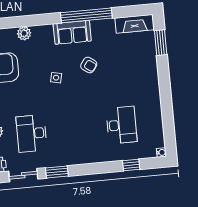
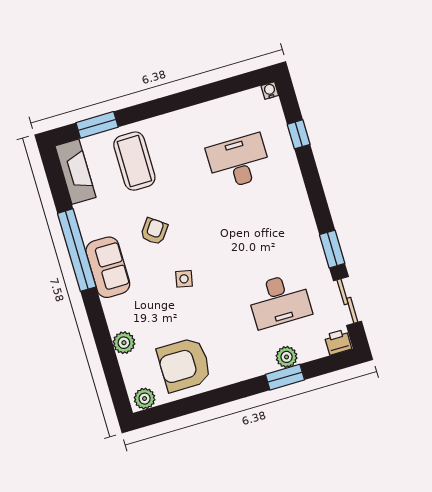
coffee table: (134, 61) -> (134, 161), added

